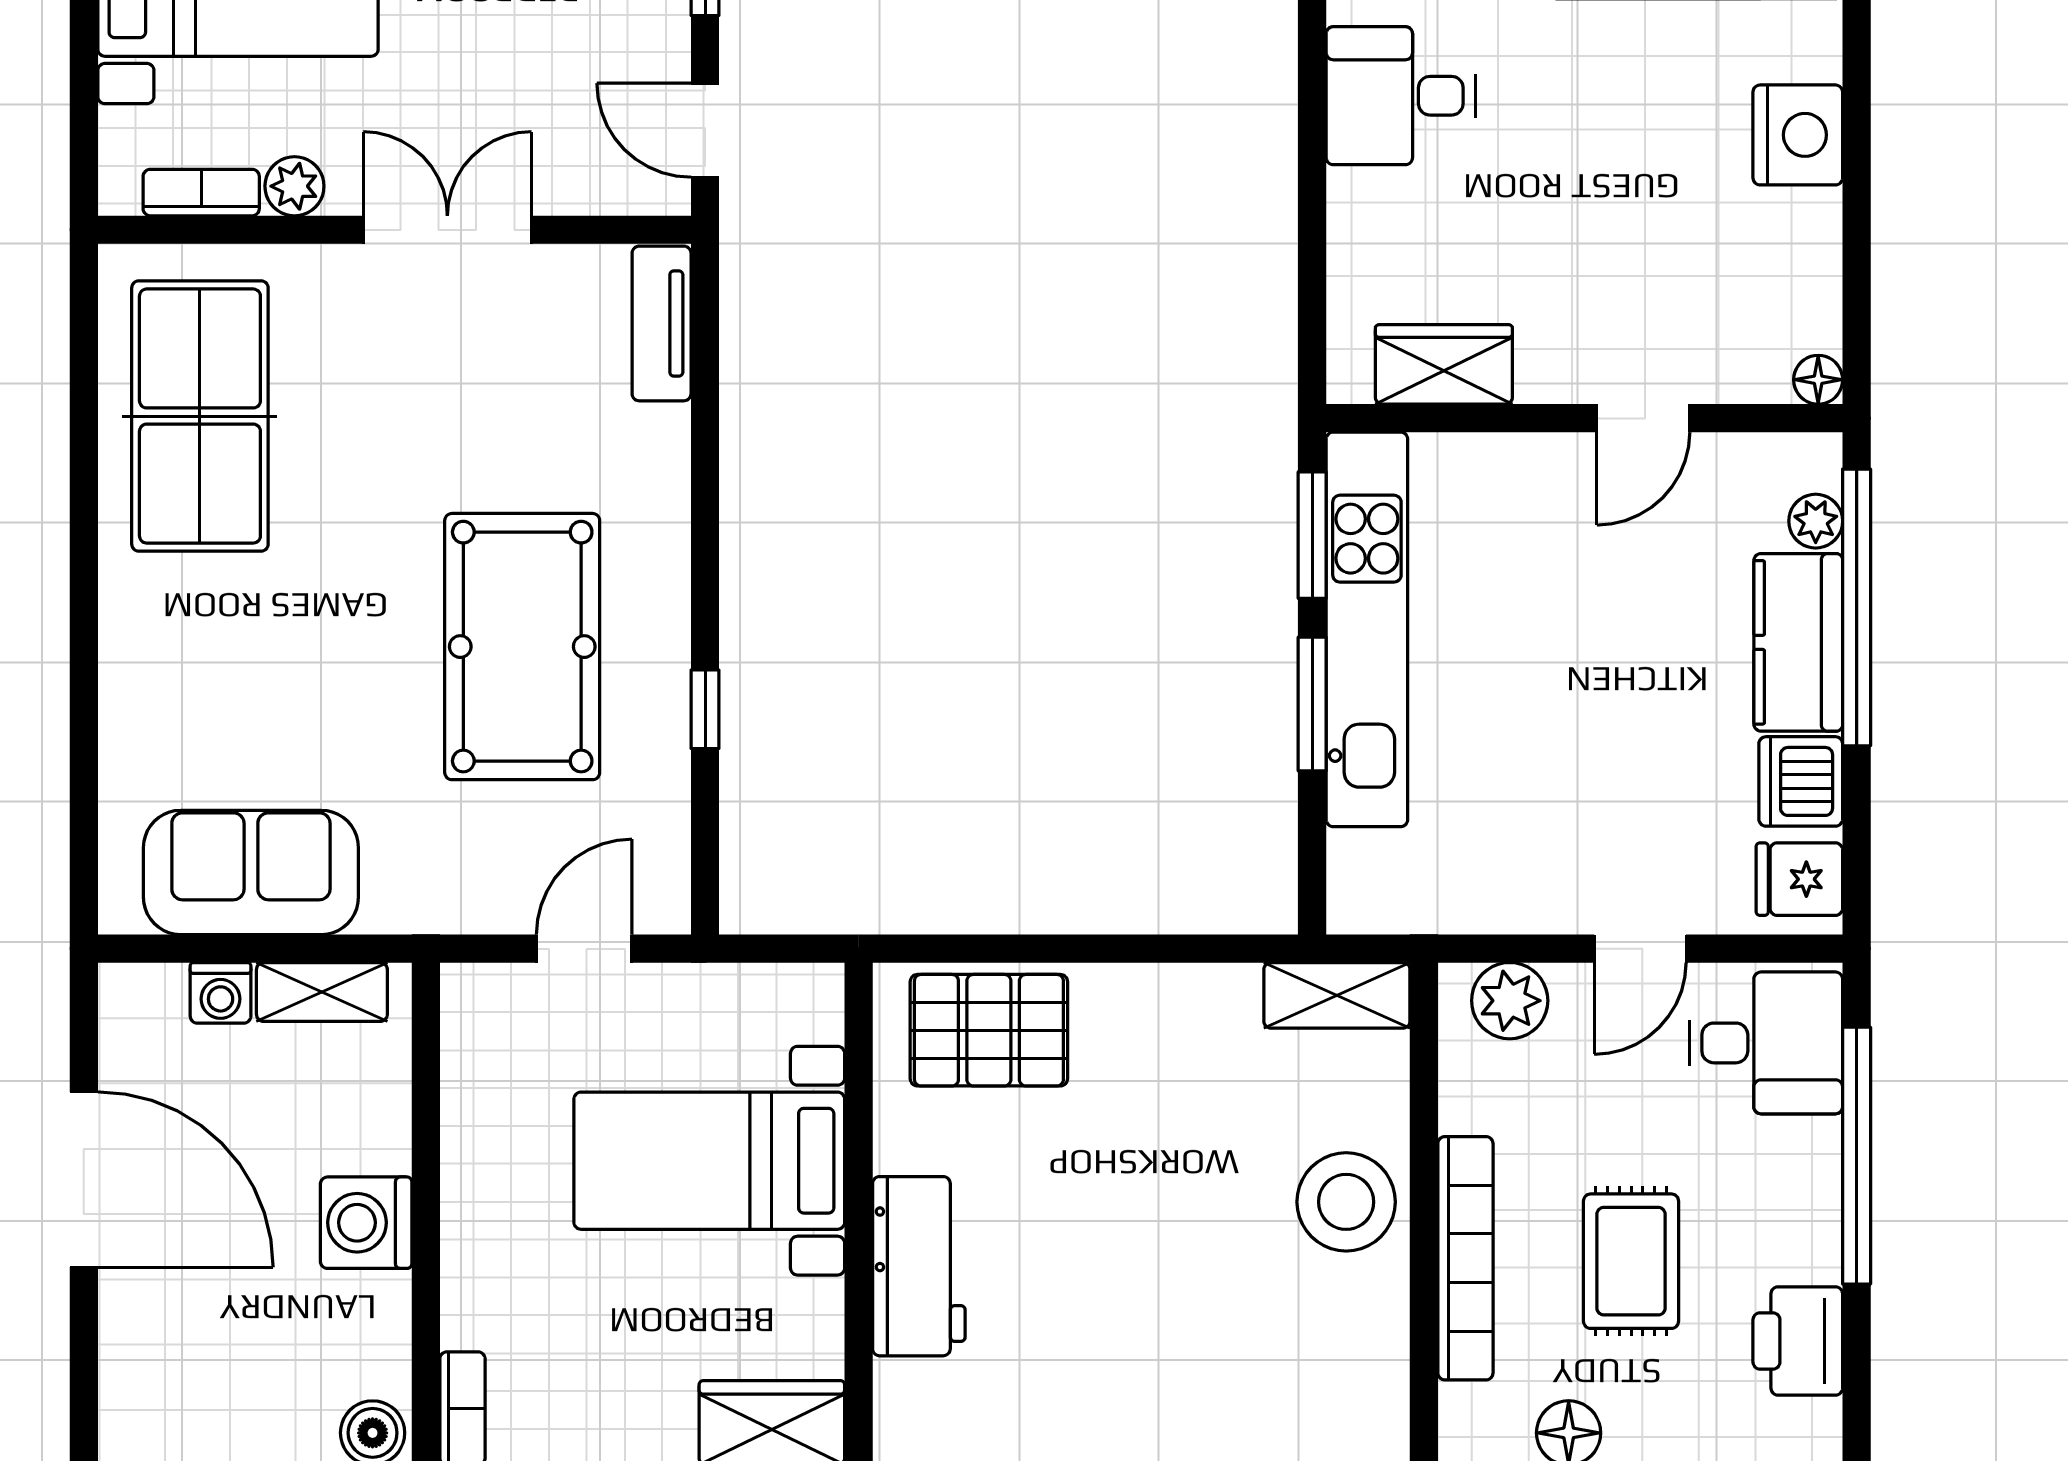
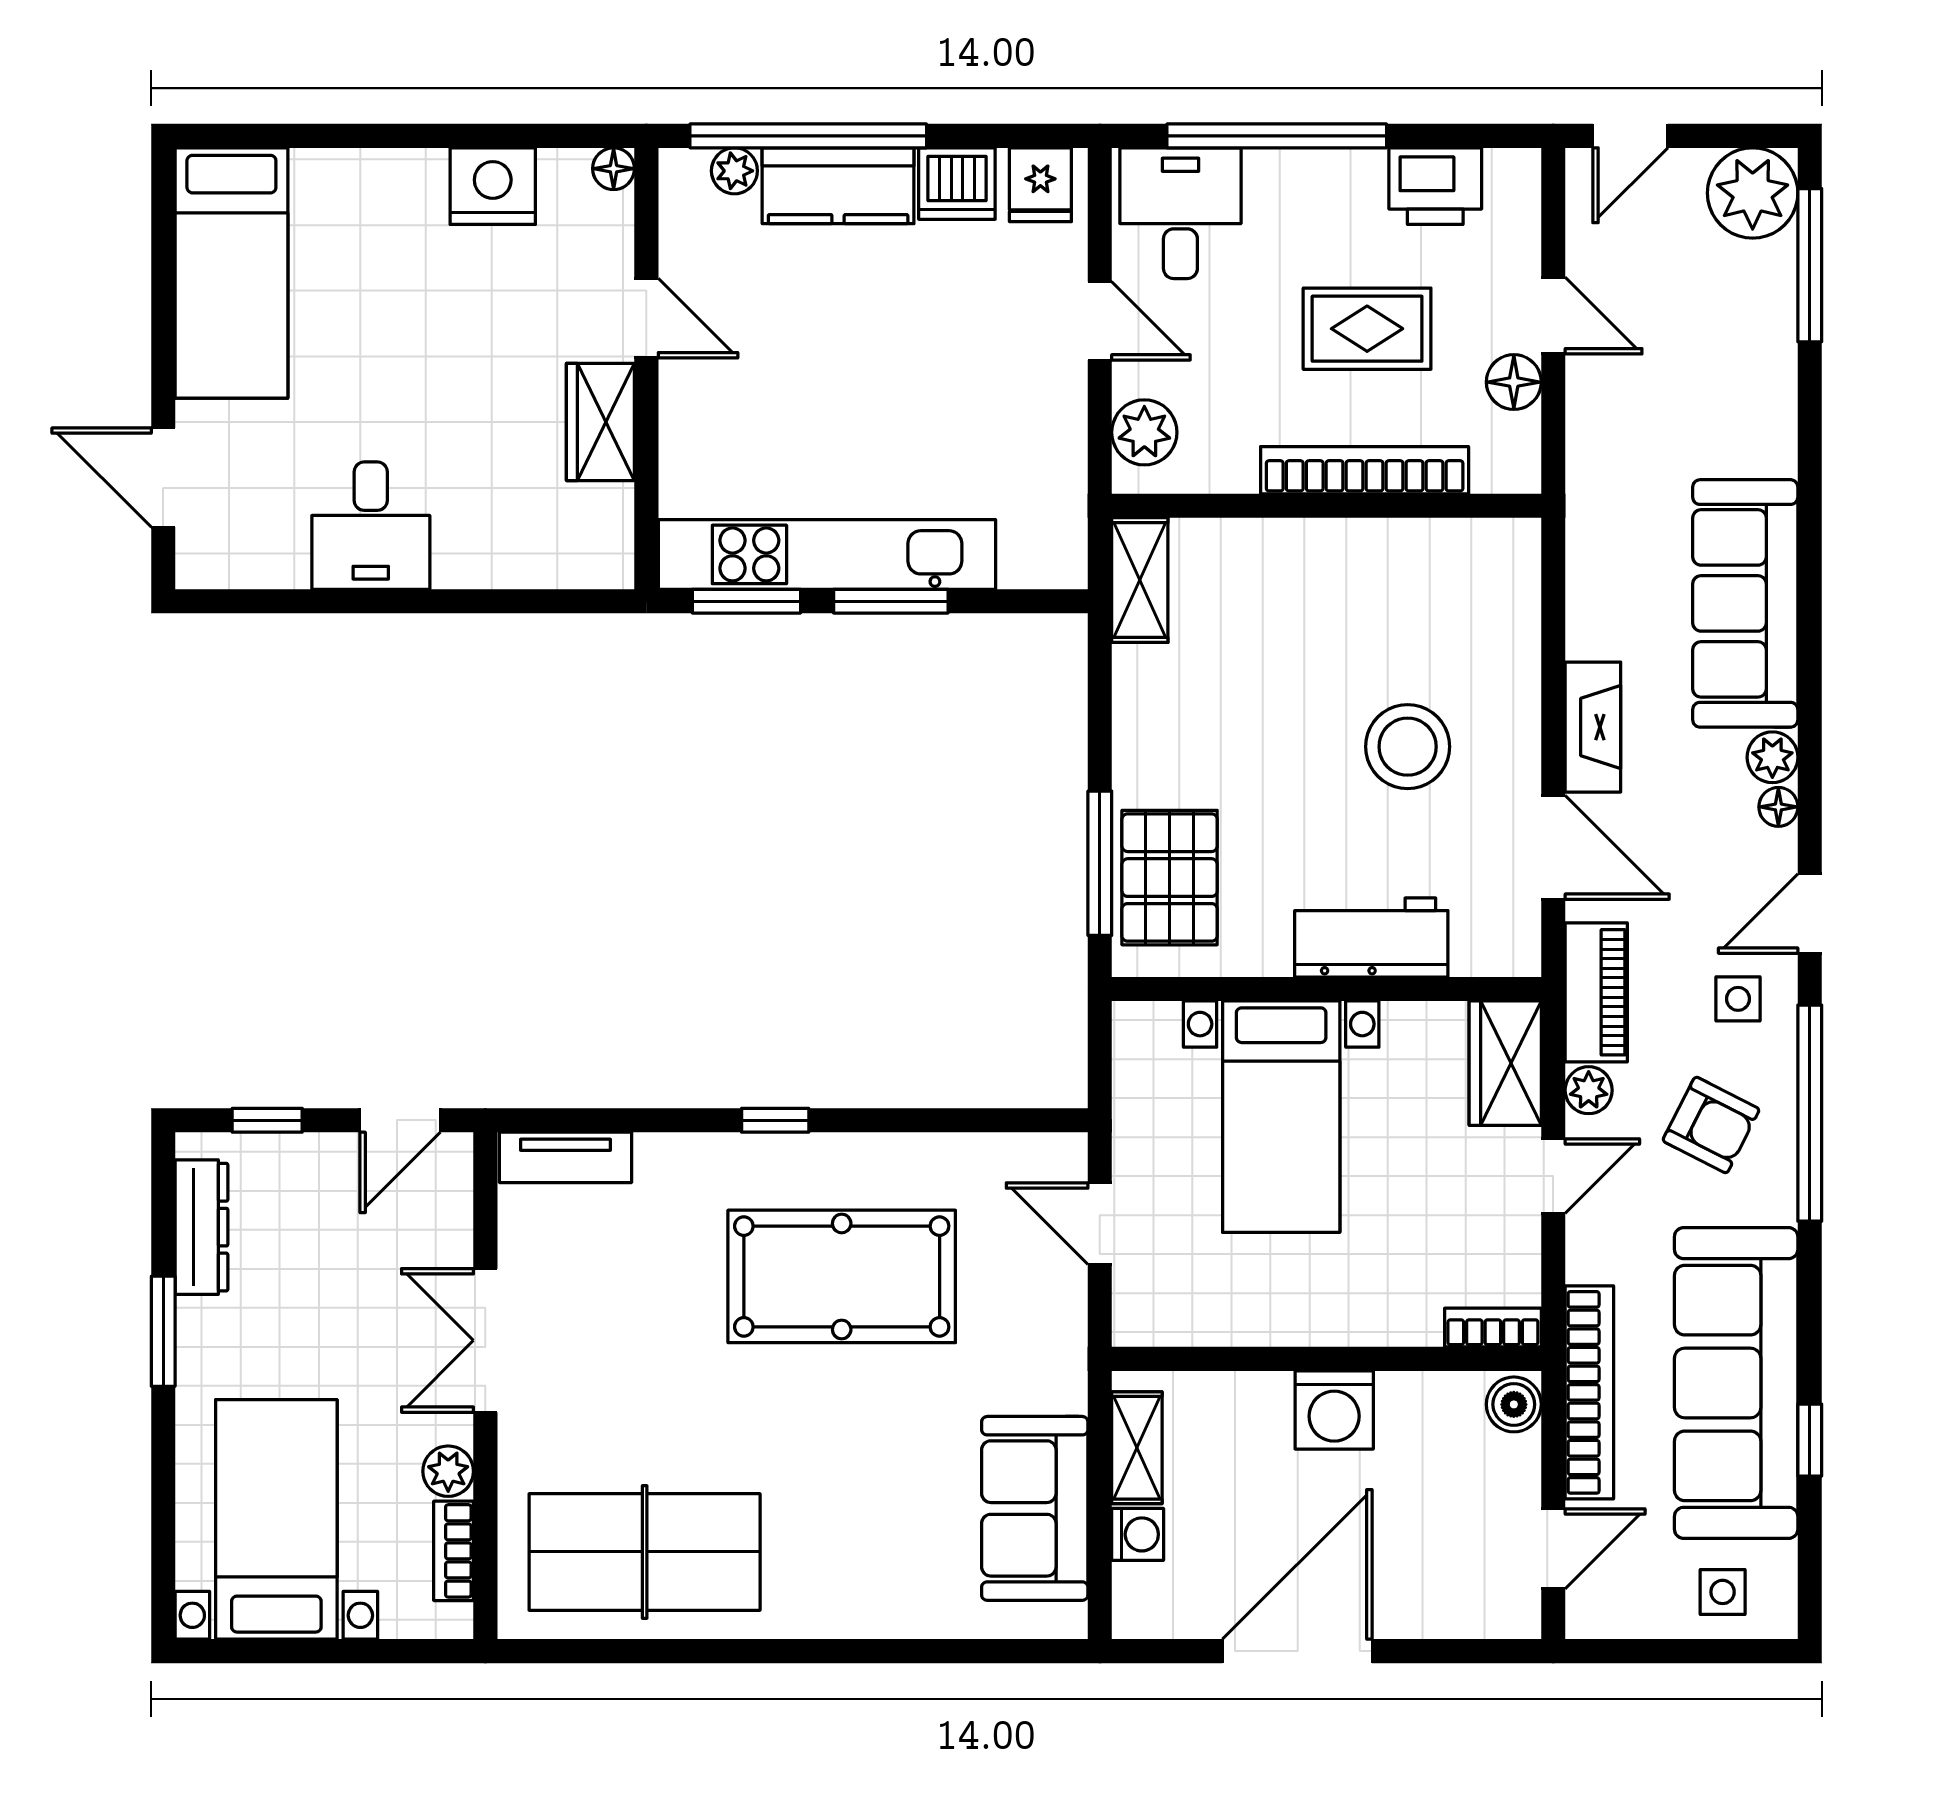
nightstand: (1798, 135) -> (493, 186), moved
wardrobe: (1444, 364) -> (600, 422), moved
window: (705, 709) -> (775, 1120), moved
window: (1006, 949) -> (1100, 863), added
stool: (1346, 1202) -> (1408, 747), moved

